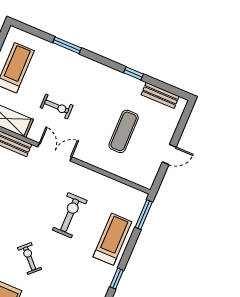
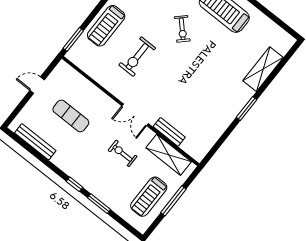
window: (134, 73) -> (75, 184), moved
bench: (160, 95) -> (35, 142), width x1.36
exercise mat: (124, 131) -> (71, 116), turned 90

